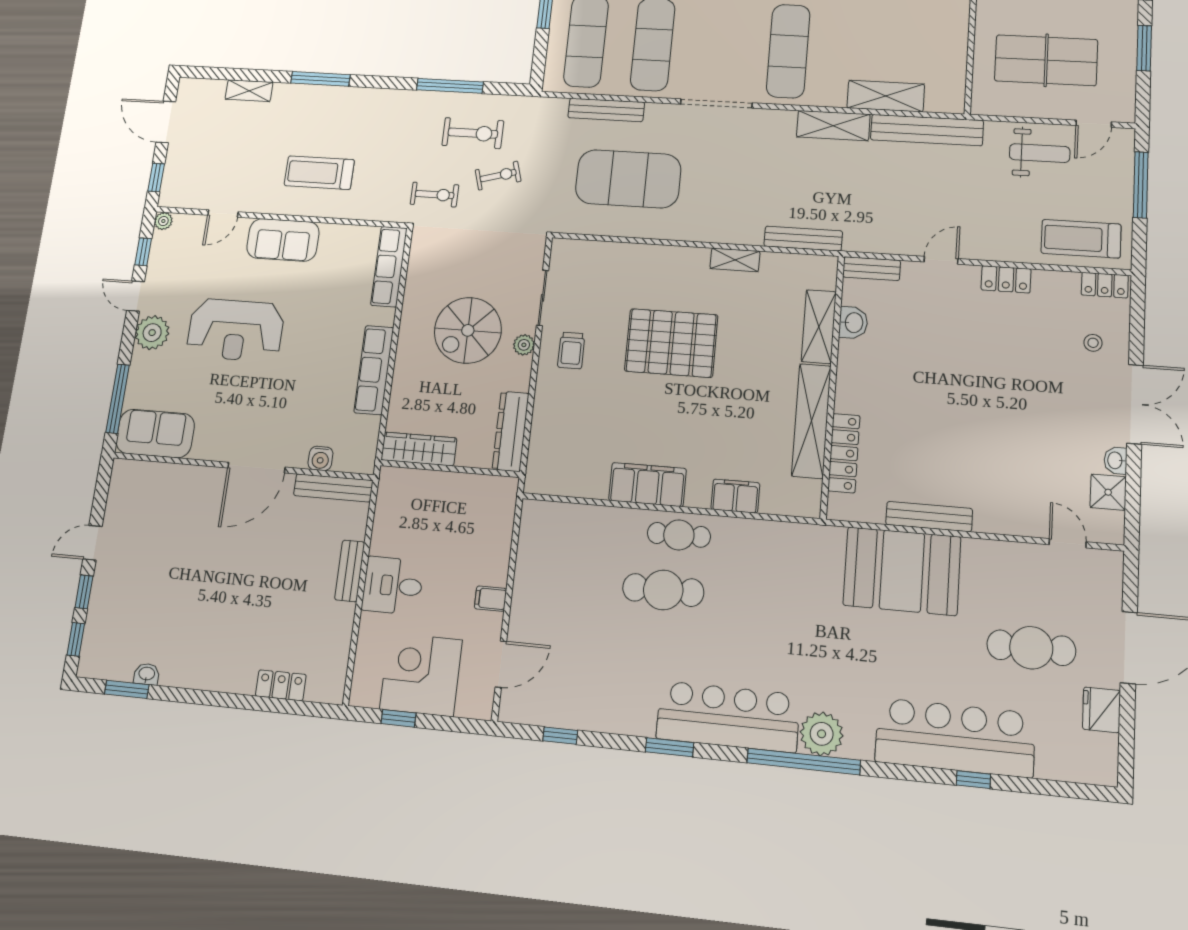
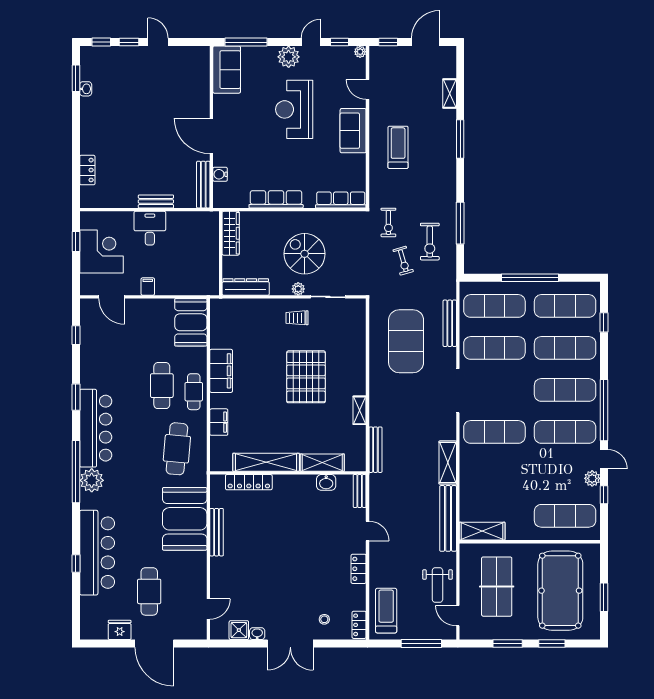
shelving: (886, 96) -> (482, 531), moved, turned 90
booth: (560, 529) -> (191, 322), added
cafe table: (776, 573) -> (177, 449), added

